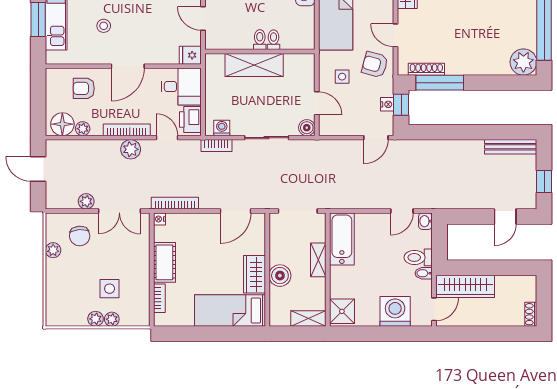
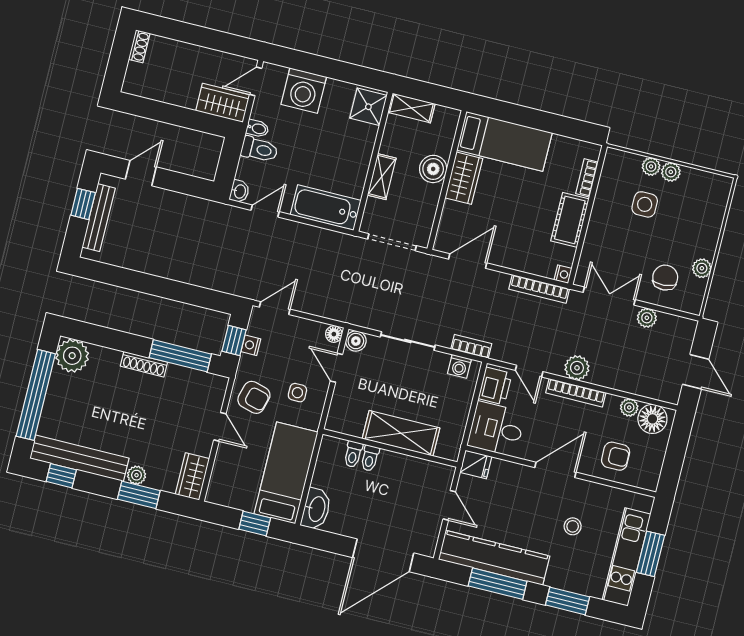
toilet: (260, 40) -> (353, 454), moved
shoe rack: (426, 69) -> (144, 364), moved
floor lamp: (325, 129) -> (334, 334), added
bench: (511, 147) -> (99, 218), moved, turned 90
bathtub: (342, 239) -> (326, 208), moved, turned 90
wardrobe: (465, 286) -> (223, 103), width x0.67

